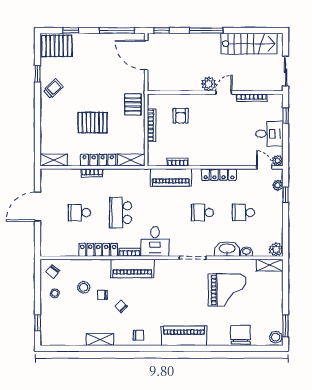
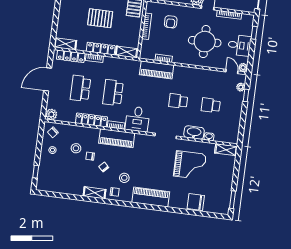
round table: (226, 135) -> (205, 42), added
locker: (219, 175) -> (71, 56), moved
school desk: (80, 213) -> (80, 88), width x1.85
plant: (276, 249) -> (51, 114), moved
chair: (240, 335) -> (196, 202), turned -90
stool: (276, 337) -> (124, 178), moved
shelving: (100, 339) -> (94, 193), moved

